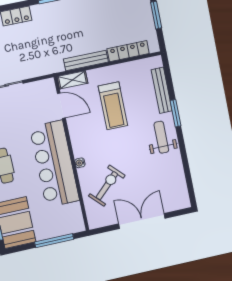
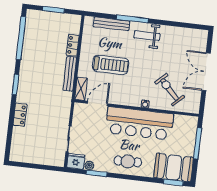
locker: (128, 51) -> (73, 45), width x0.66
window: (176, 113) -> (132, 19), width x1.44

